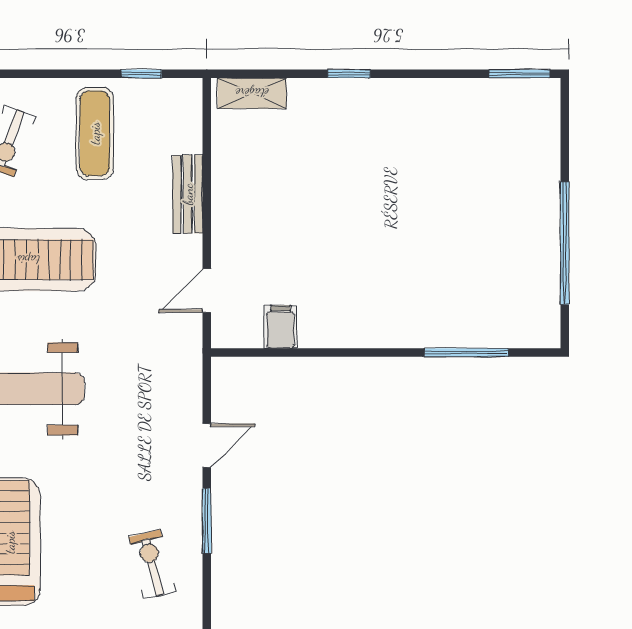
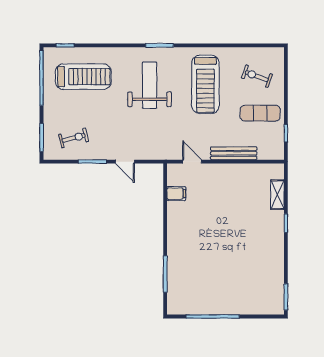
shelving: (252, 93) -> (277, 195), moved
bench: (188, 194) -> (234, 153), width x1.36

